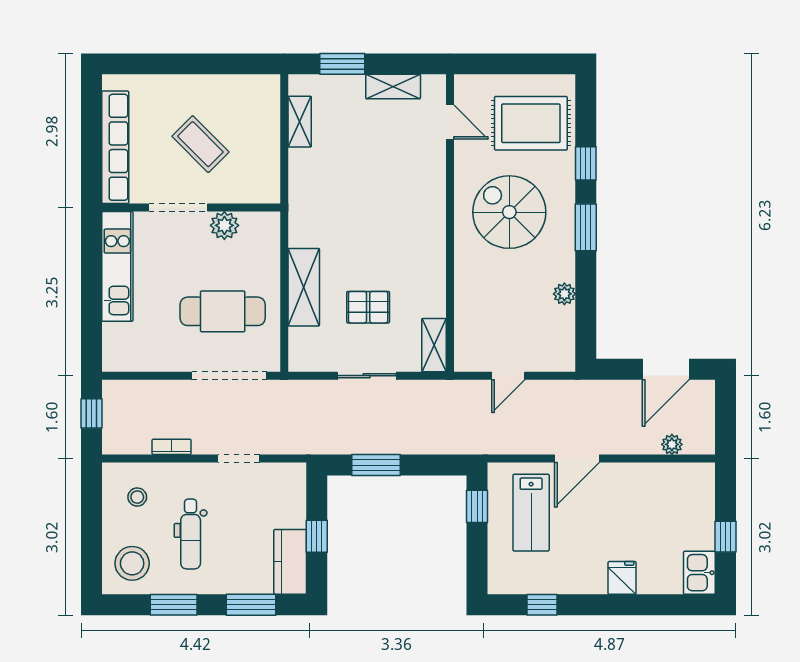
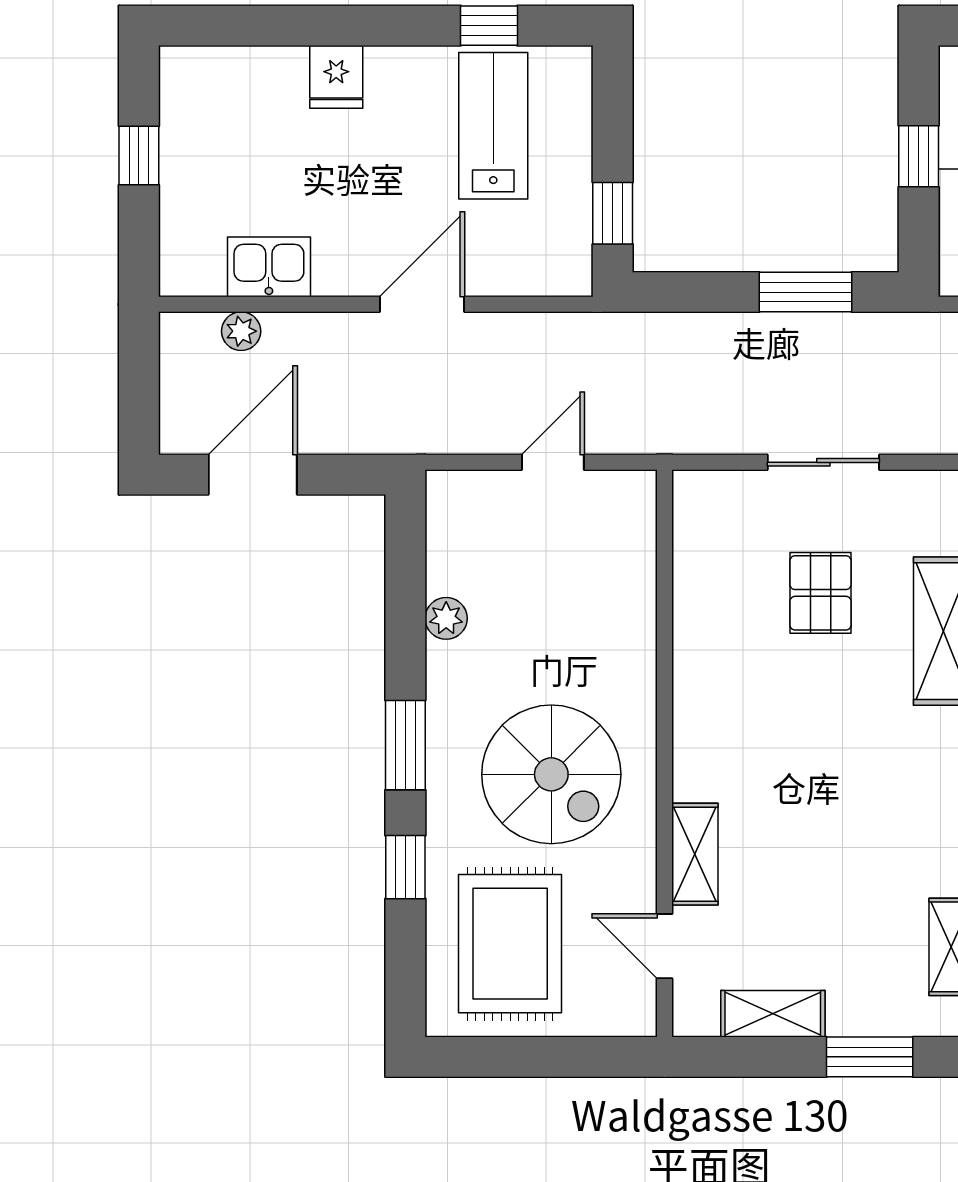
rug: (531, 123) -> (510, 944), turned 90
pallet: (368, 307) -> (821, 593), turned 90
shelving: (434, 345) -> (695, 854), moved
lab bench: (531, 513) -> (493, 126), moved
kitchen sink: (699, 573) -> (269, 267), moved, turned -90

